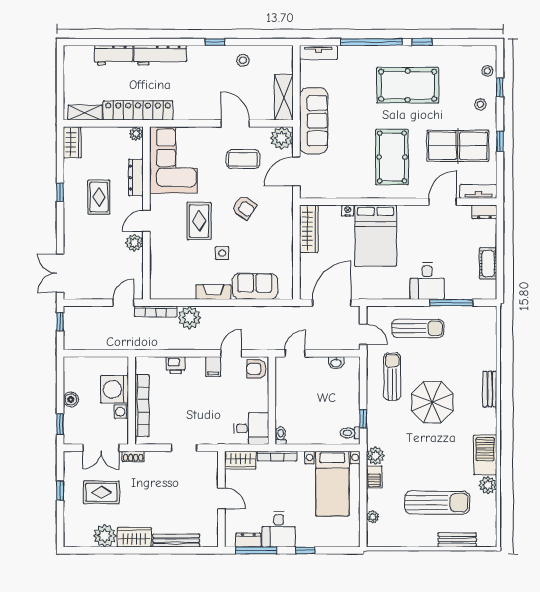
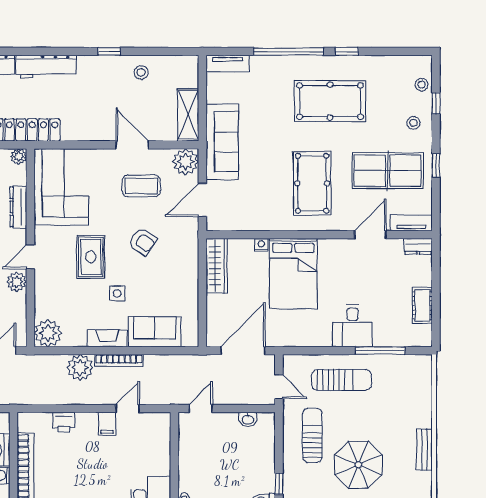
plant: (162, 287) -> (48, 333), added
bookcase: (156, 311) -> (119, 360), moved
armchair: (257, 369) -> (157, 427), removed

